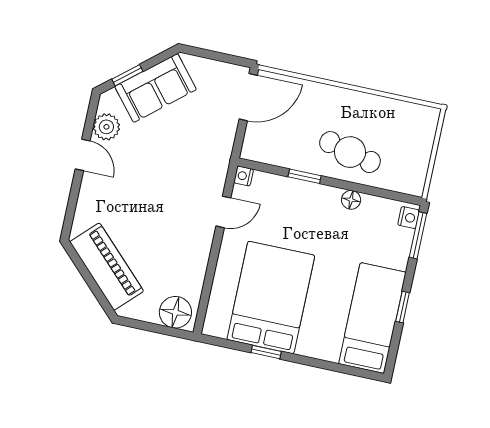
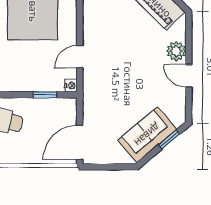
plant: (106, 127) -> (176, 51), moved
window: (305, 176) -> (45, 95), moved

